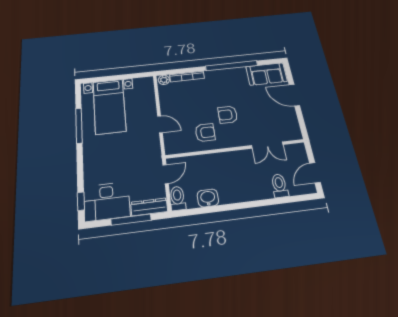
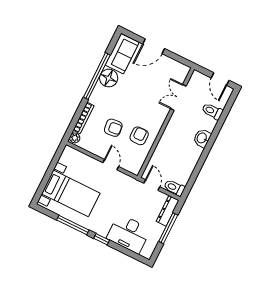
floor lamp: (237, 76) -> (109, 78), added
armchair: (228, 115) -> (113, 128), moved, turned -96
door: (160, 124) -> (111, 165), hinge flipped
double door: (267, 145) -> (178, 97), swing flipped
washbasin: (208, 198) -> (202, 138), moved
window: (81, 201) -> (102, 239), moved
desk: (107, 201) -> (129, 234), moved, turned 90

